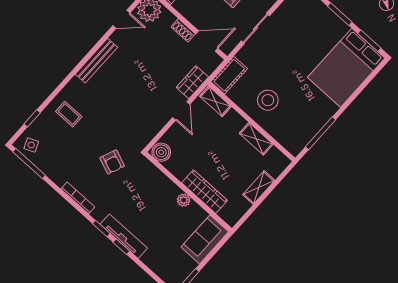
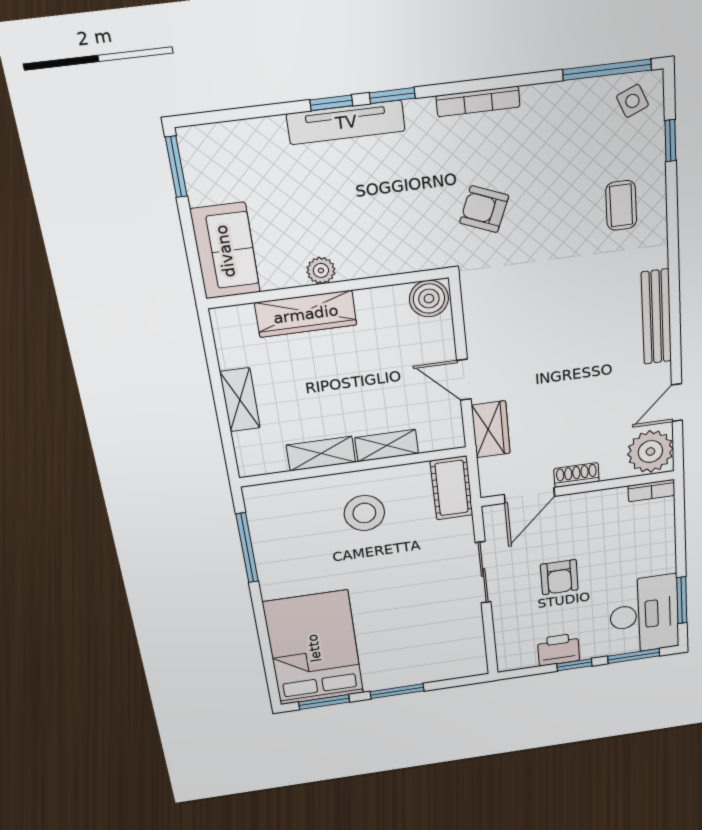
shelving: (215, 101) -> (387, 446), moved
coffee table: (69, 114) -> (621, 205), turned 90

